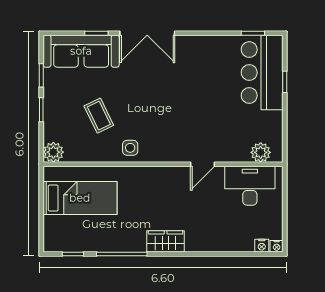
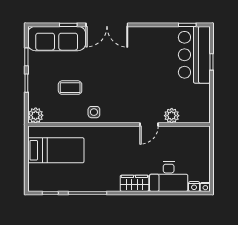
coffee table: (99, 116) -> (70, 88), turned -64
plant: (261, 152) -> (172, 116), moved
desk: (250, 186) -> (169, 177), moved, turned 180
wardrobe: (166, 241) -> (134, 183), moved

